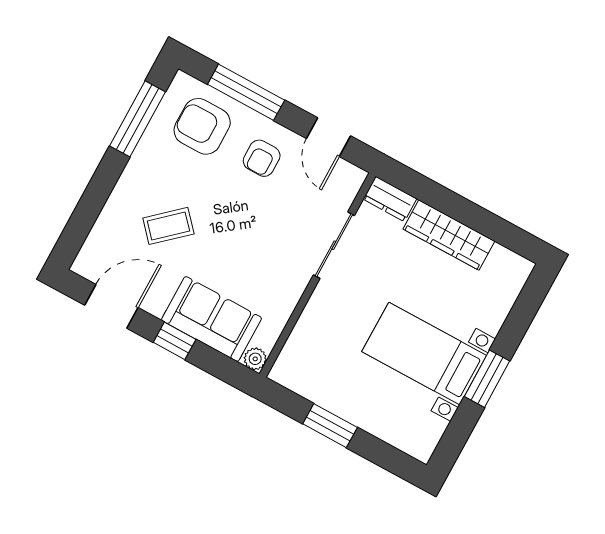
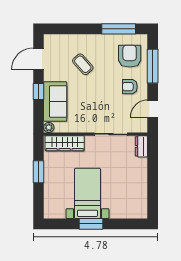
wardrobe: (449, 235) -> (65, 143), moved, turned -90
door: (111, 306) -> (38, 59), swing flipped

